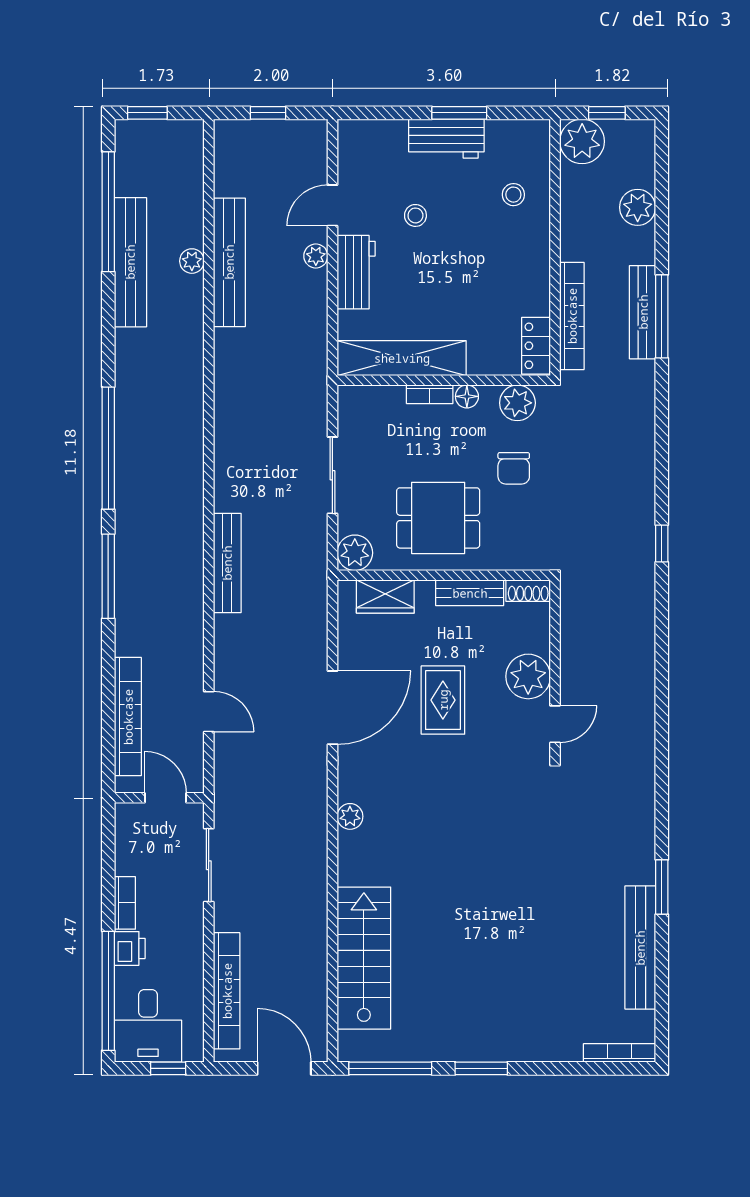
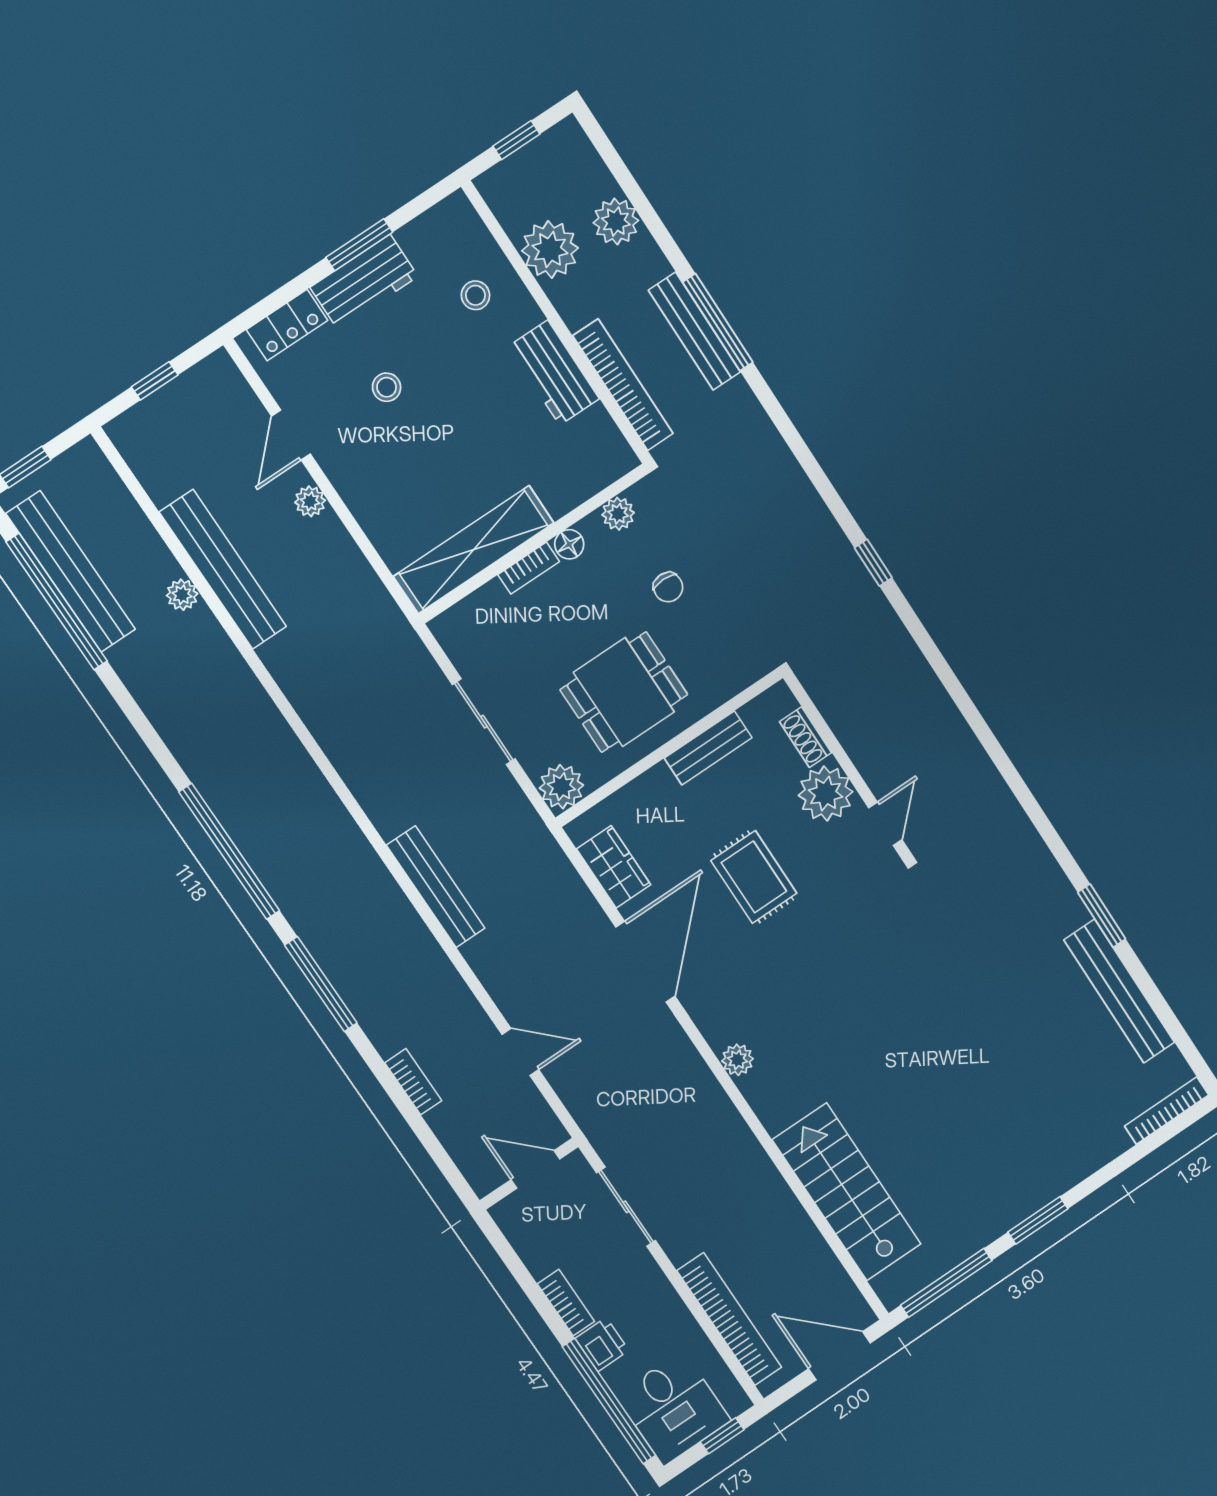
plant: (582, 141) -> (550, 249), moved
bench: (130, 262) -> (71, 572), moved
workbench: (356, 272) -> (554, 373), moved, turned 180
locker: (536, 346) -> (287, 325), moved, turned -90
plant: (517, 403) -> (618, 514), width x0.73, depth x0.73
chair: (514, 468) -> (668, 587), width x0.73, depth x0.73
shoe rack: (528, 591) -> (806, 737), moved, turned 90
wardrobe: (385, 597) -> (614, 867), moved, turned -90
bookcase: (128, 717) -> (413, 1082), width x0.43, depth x0.76

